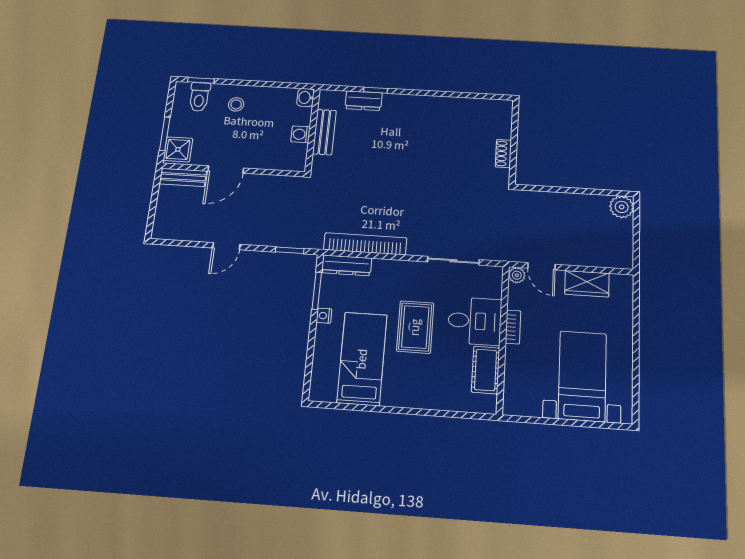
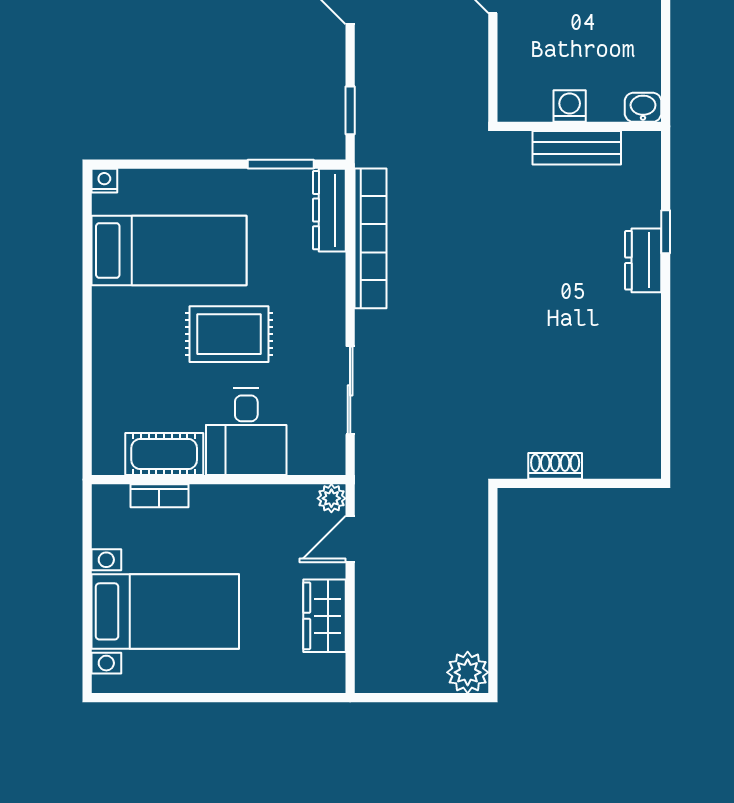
dresser: (364, 101) -> (643, 260), moved
nightstand: (324, 316) -> (104, 181), moved
bookcase: (513, 327) -> (159, 496), moved

